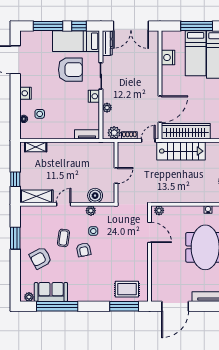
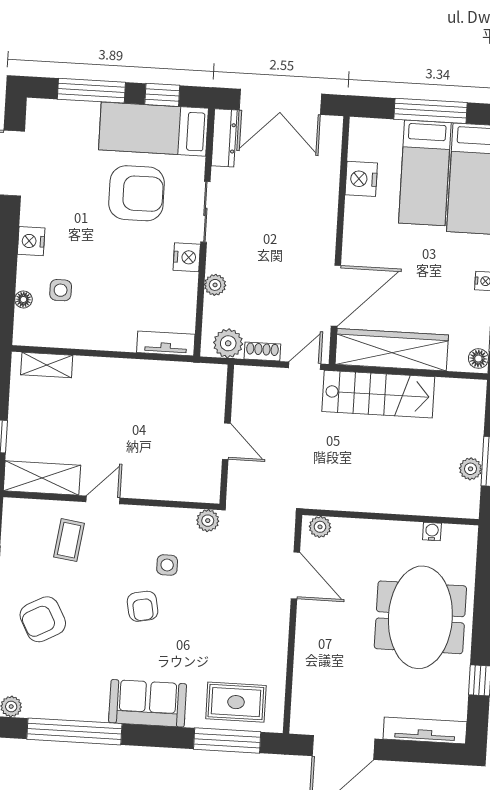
door: (116, 176) -> (226, 441), hinge flipped
boiler: (95, 196) -> (176, 484), removed
plant: (91, 211) -> (208, 521), moved
coffee table: (64, 238) -> (69, 540), moved
sofa: (51, 292) -> (148, 703), moved

